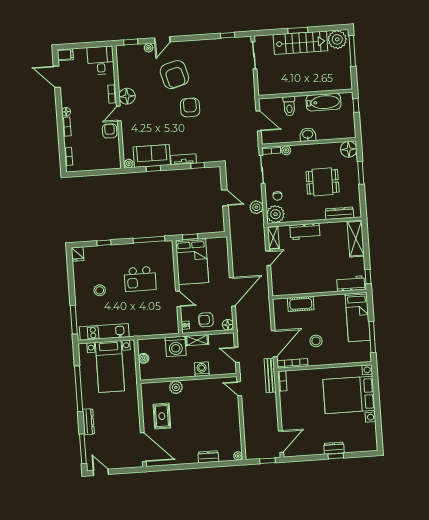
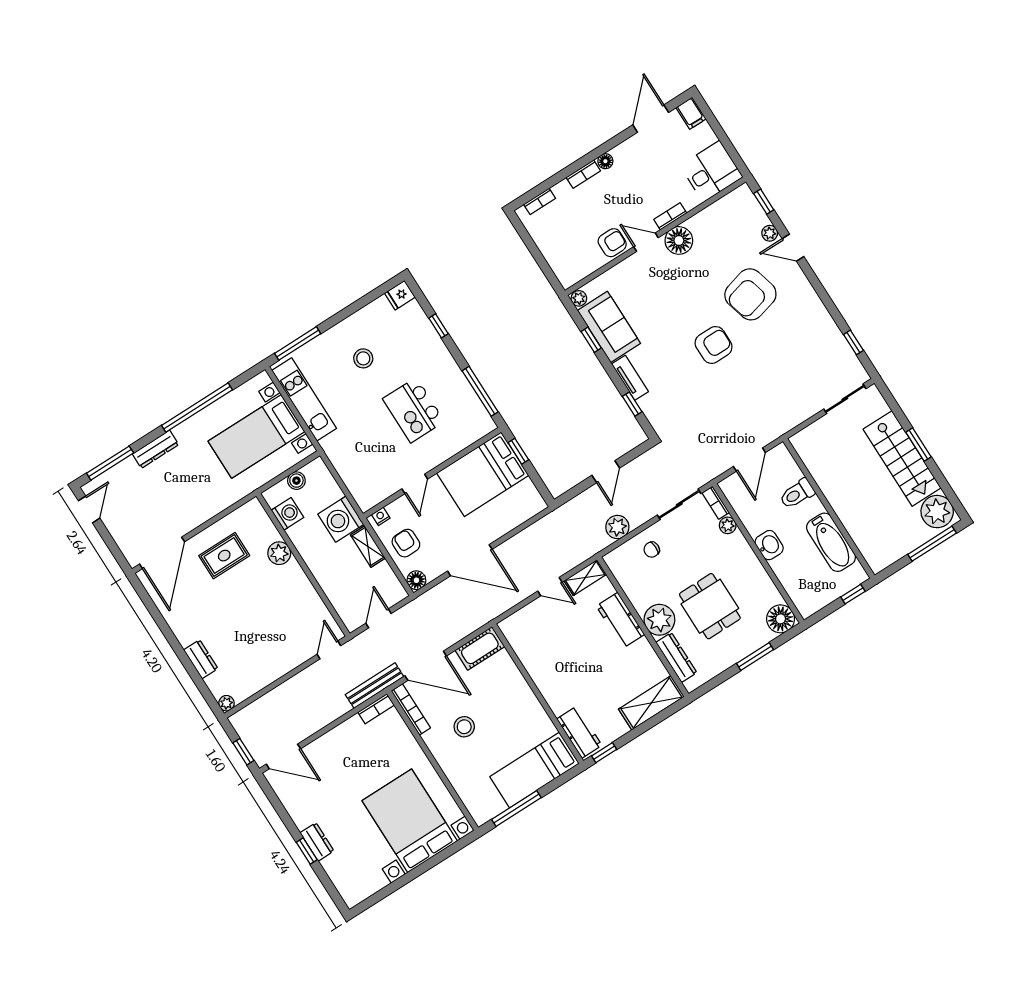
plant: (275, 214) -> (659, 620), moved
cot: (301, 304) -> (480, 648), moved, turned 90
washing machine: (202, 369) -> (288, 514), moved

